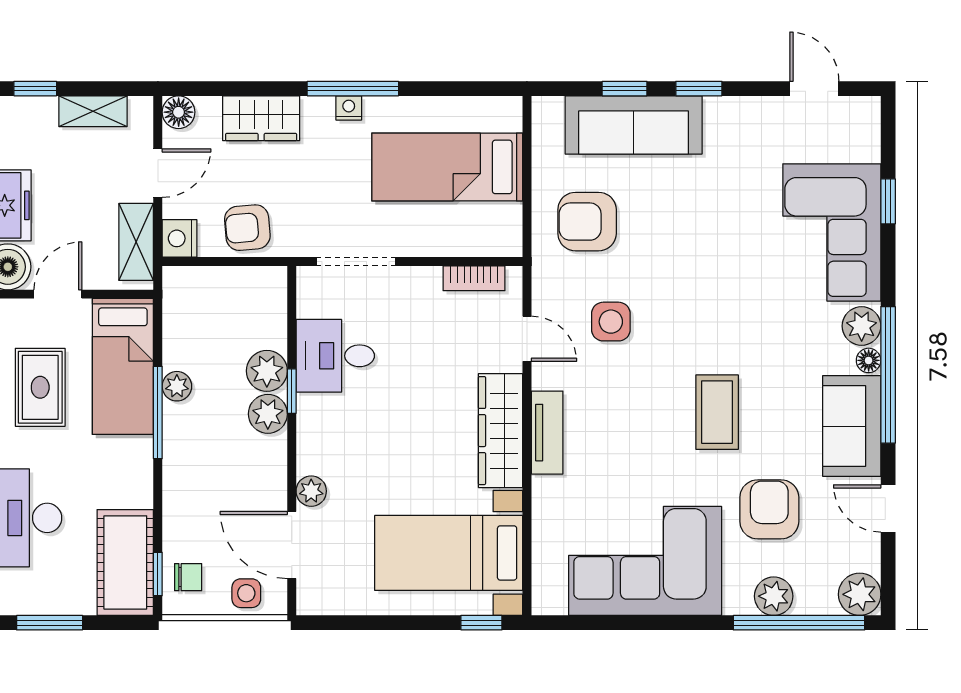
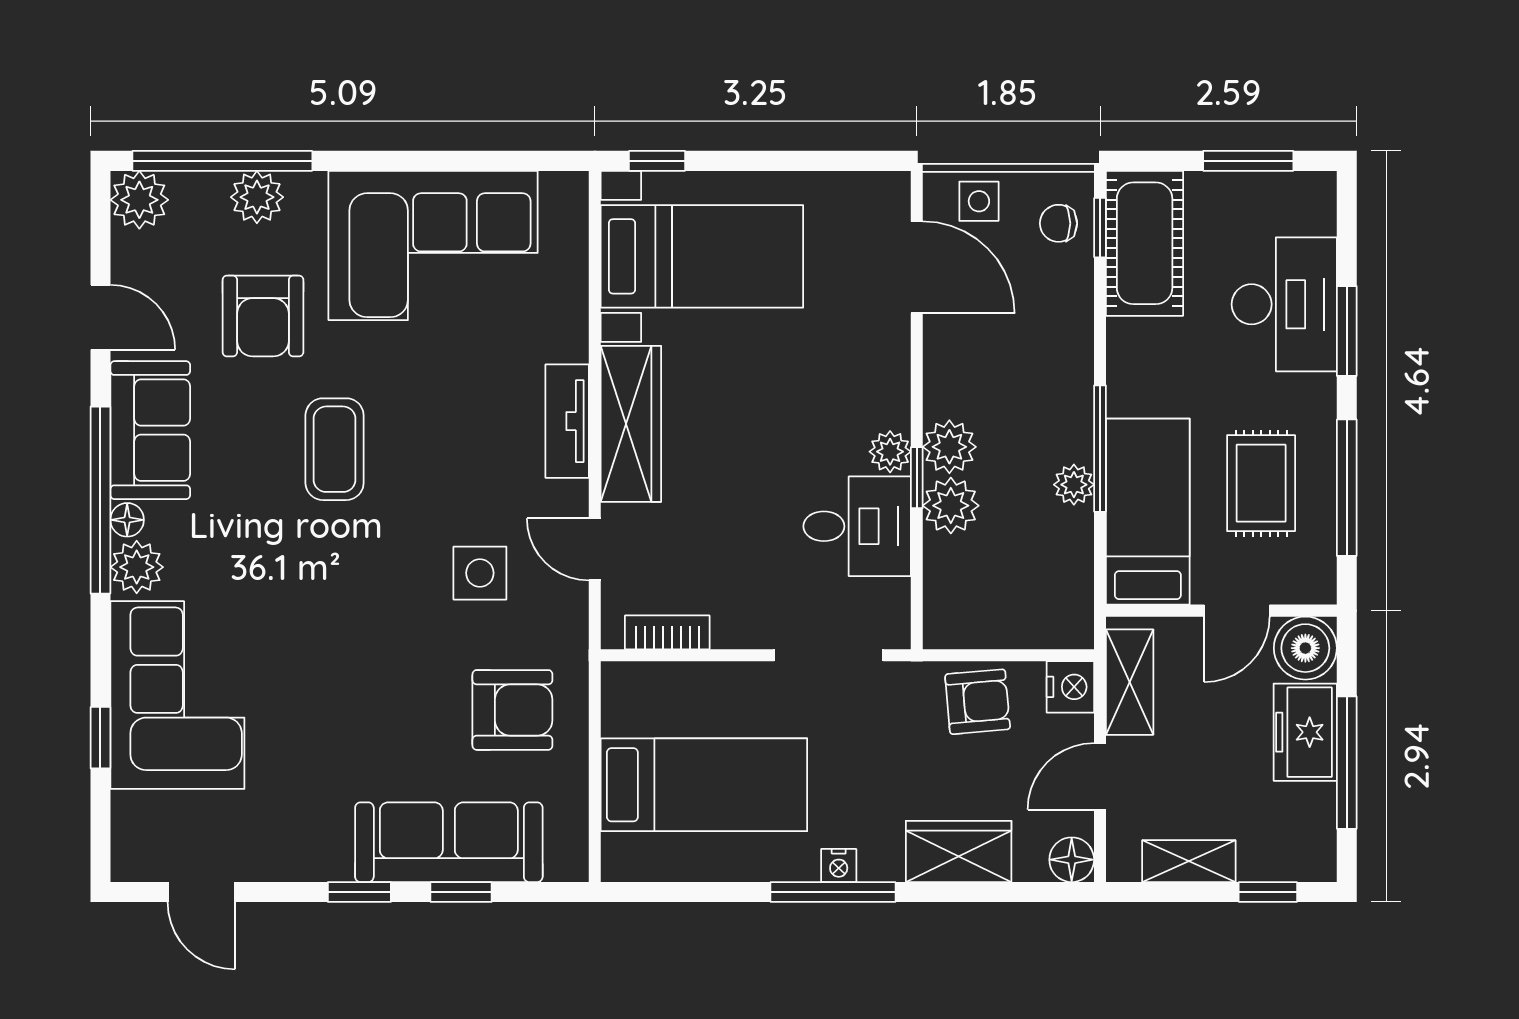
plant: (311, 491) -> (890, 452), moved

